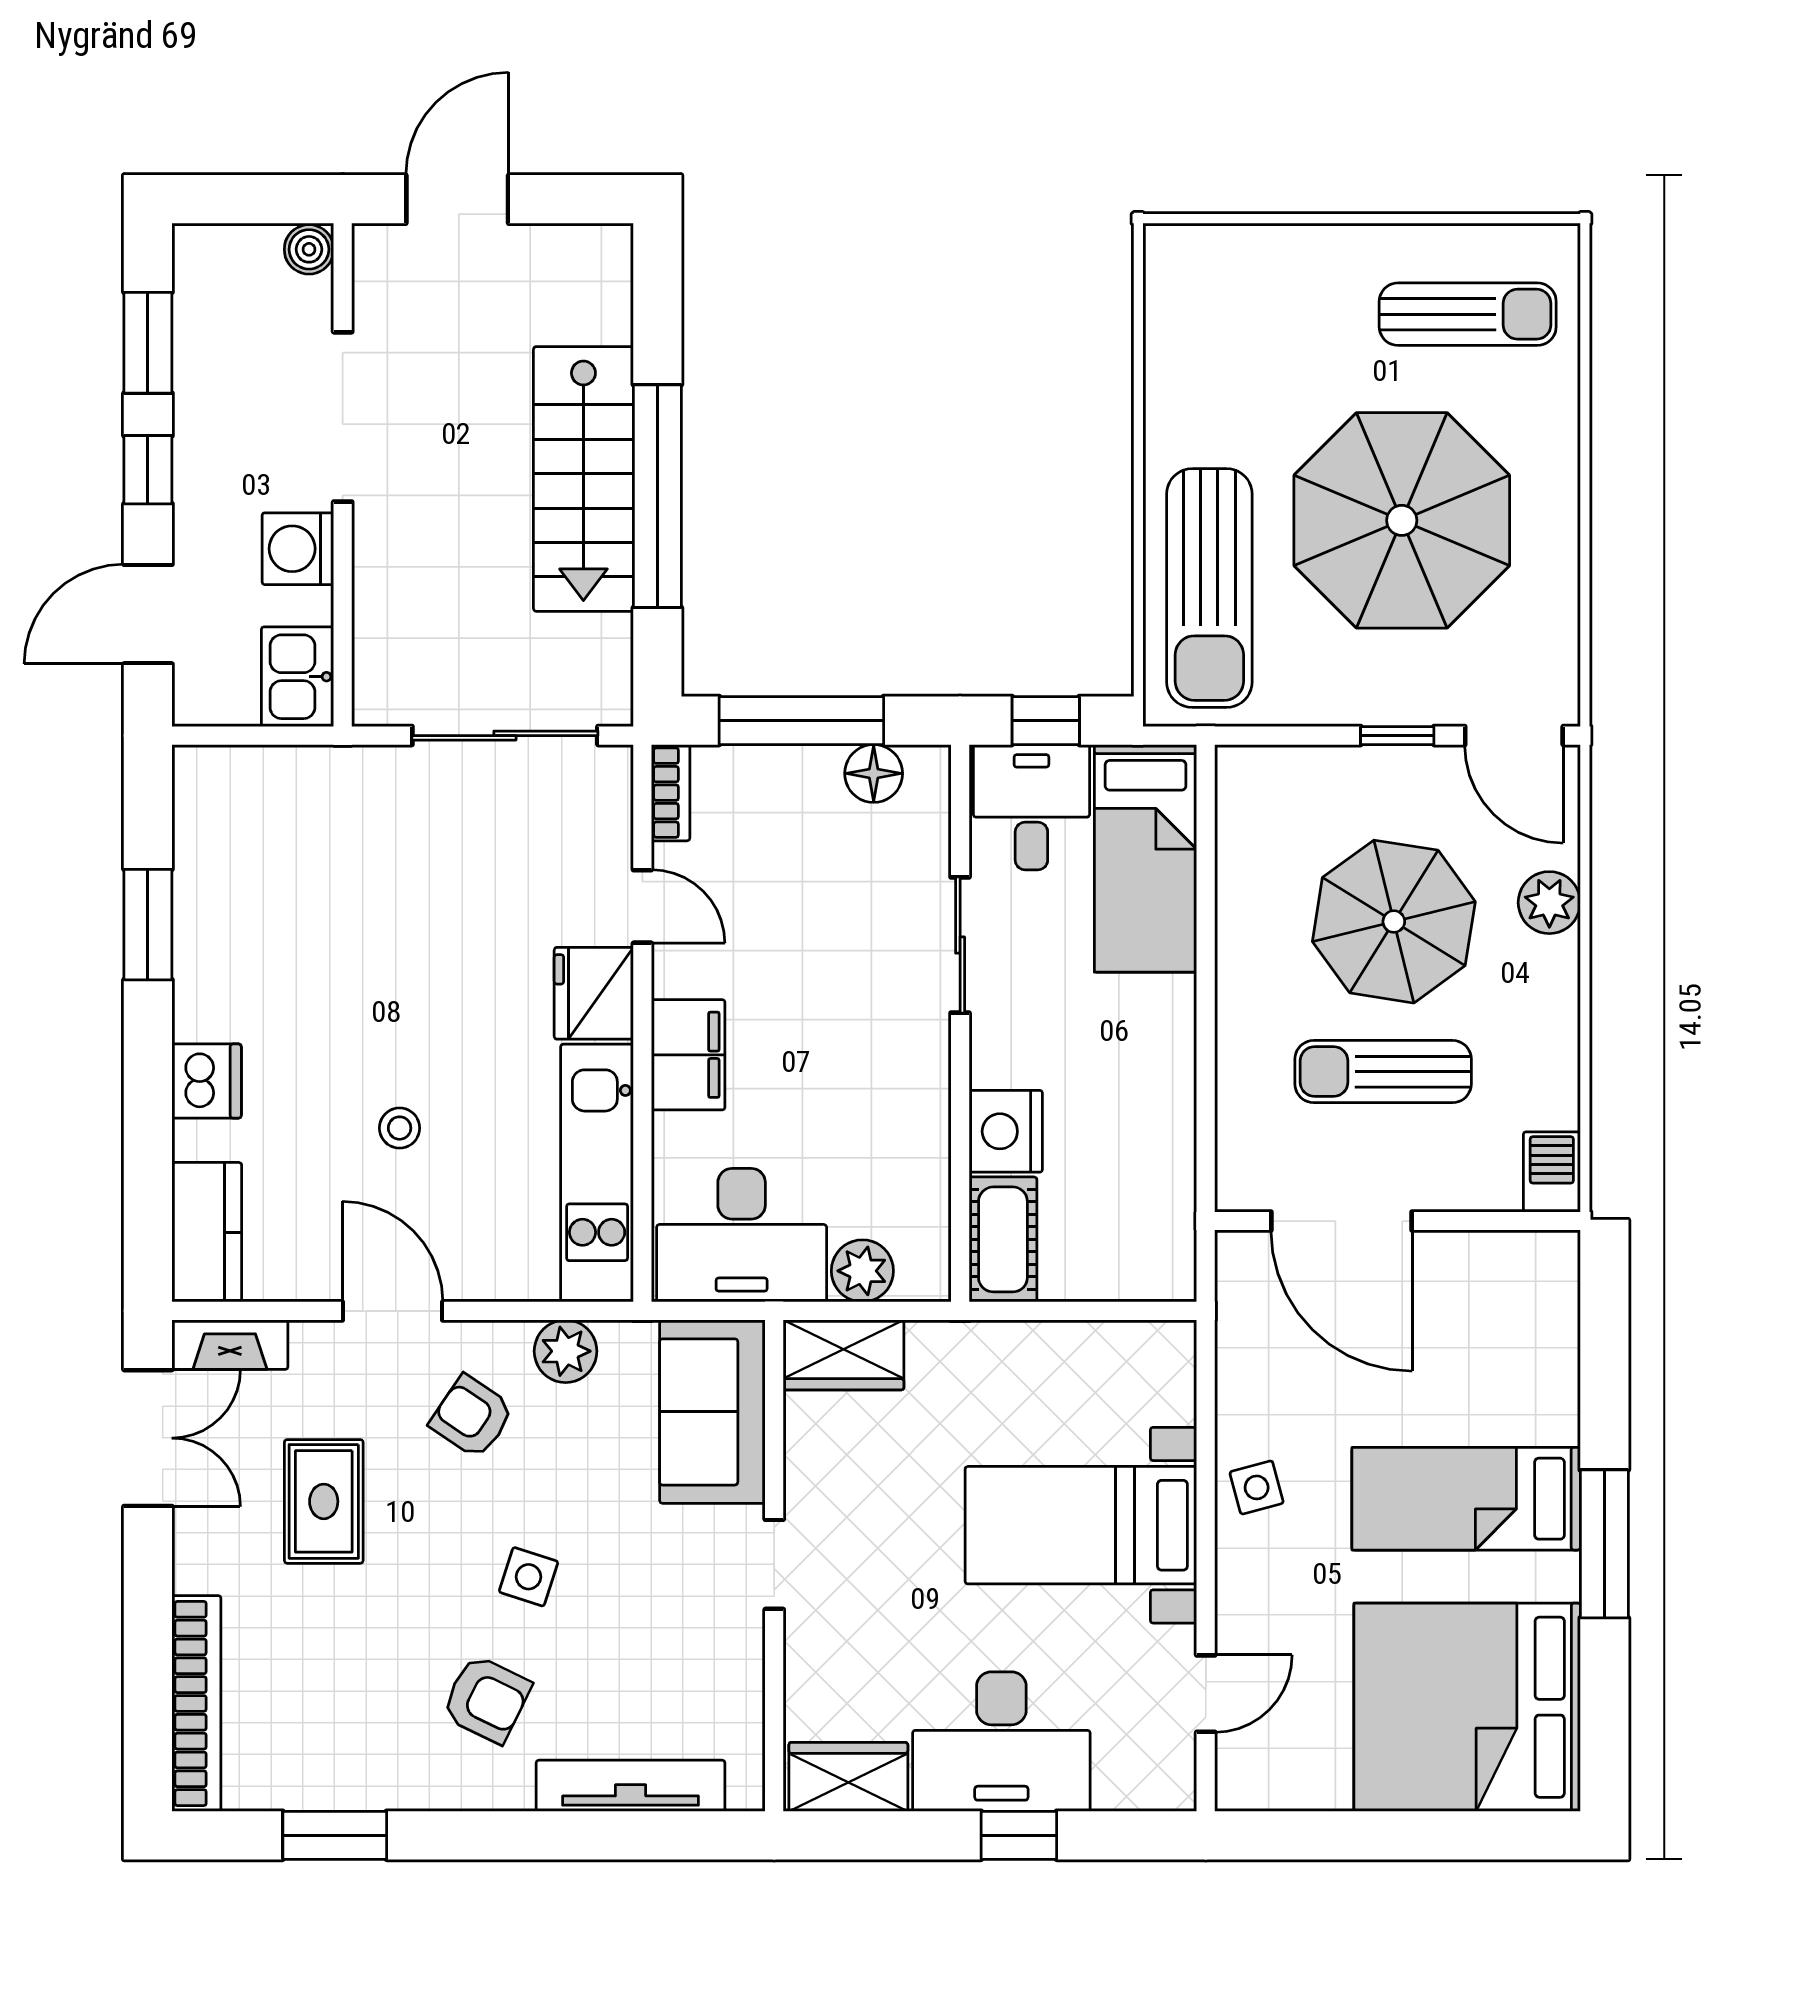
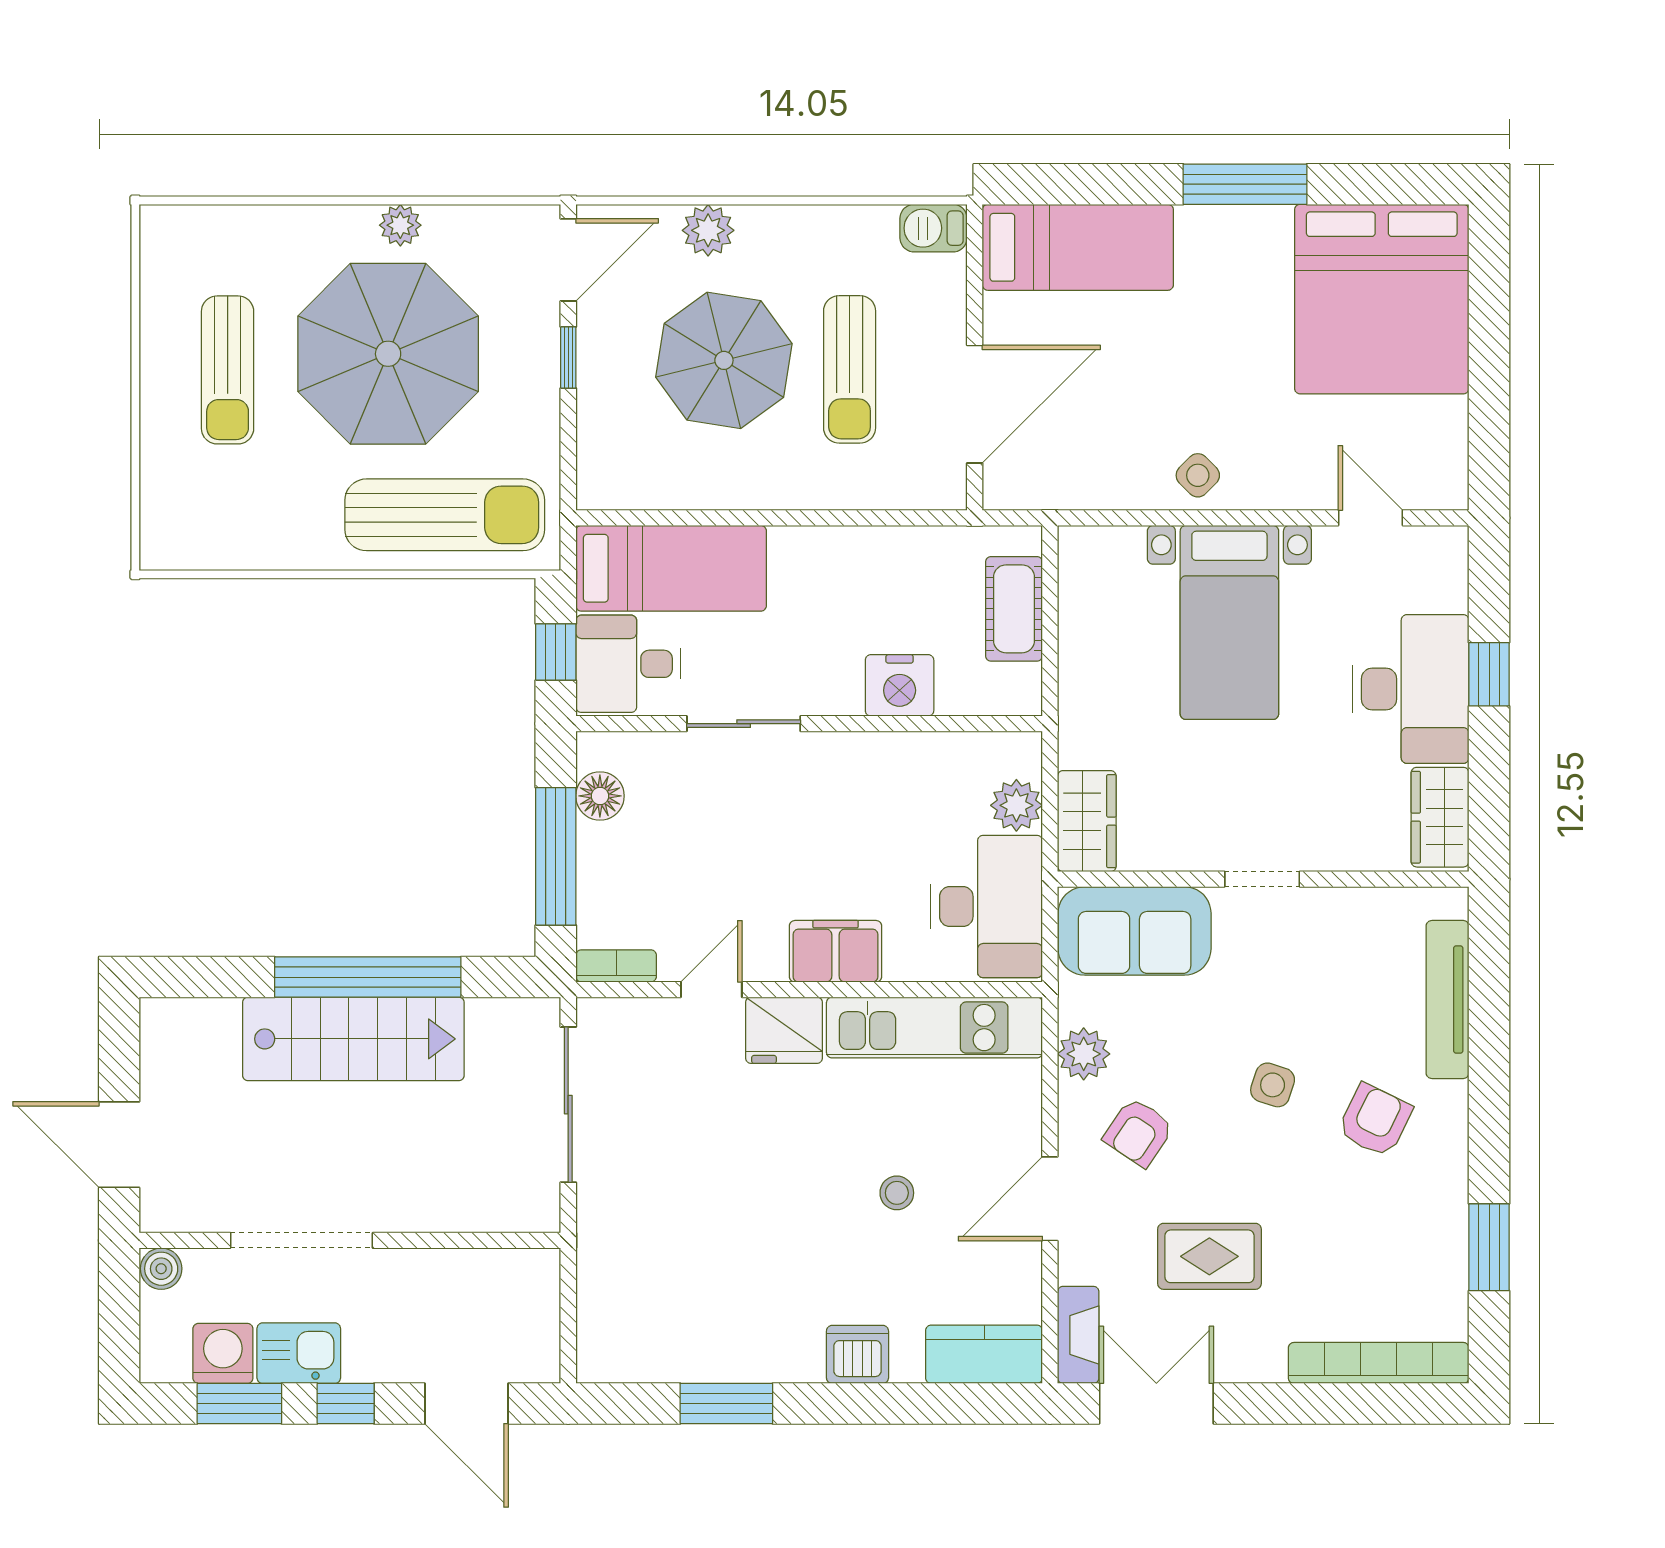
sun lounger: (1468, 314) -> (228, 370), moved, turned 180
plant: (1555, 535) -> (400, 225), added
washing machine: (298, 549) -> (223, 1353), moved, turned 180
kitchen sink: (298, 677) -> (299, 1353), moved, turned 180
cot: (1003, 1239) -> (1014, 609), moved, turned 90
side table: (1257, 1487) -> (1198, 475), turned -30
bed: (1466, 1499) -> (1078, 247), moved, turned -90

